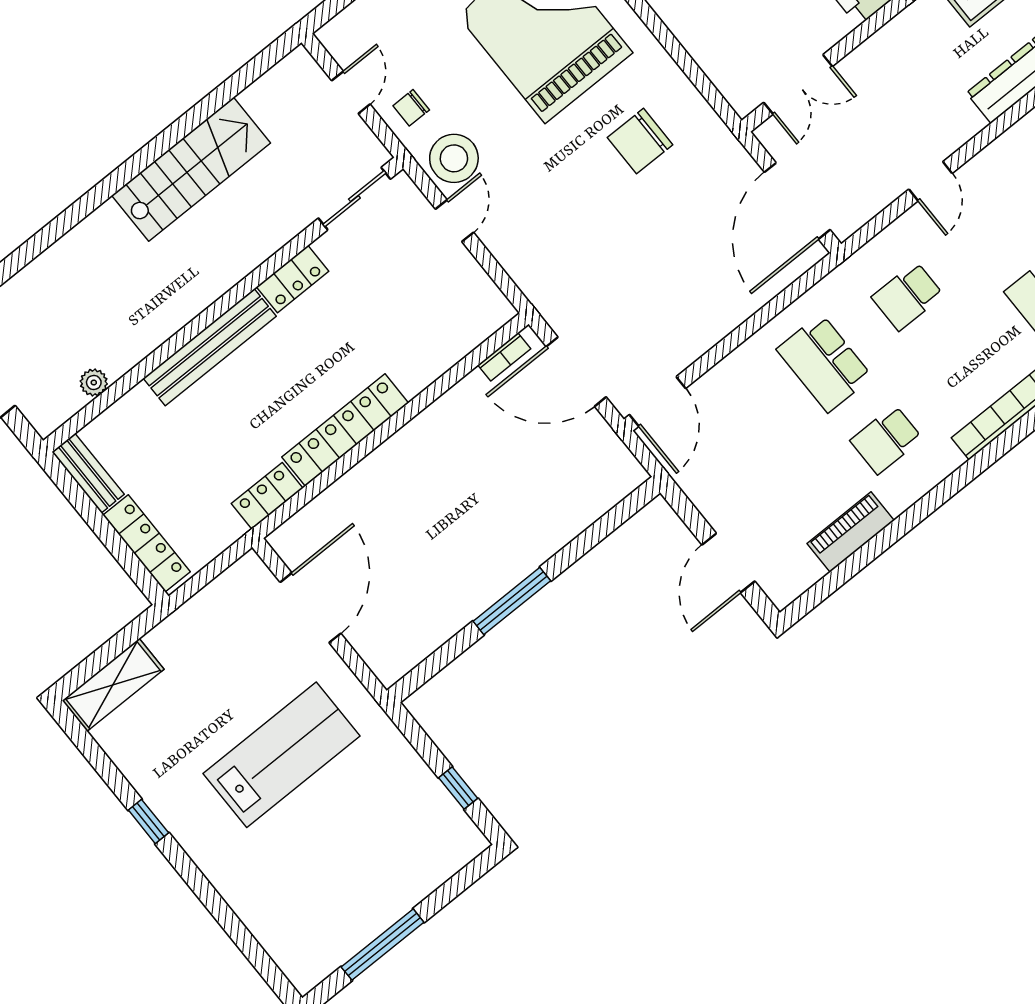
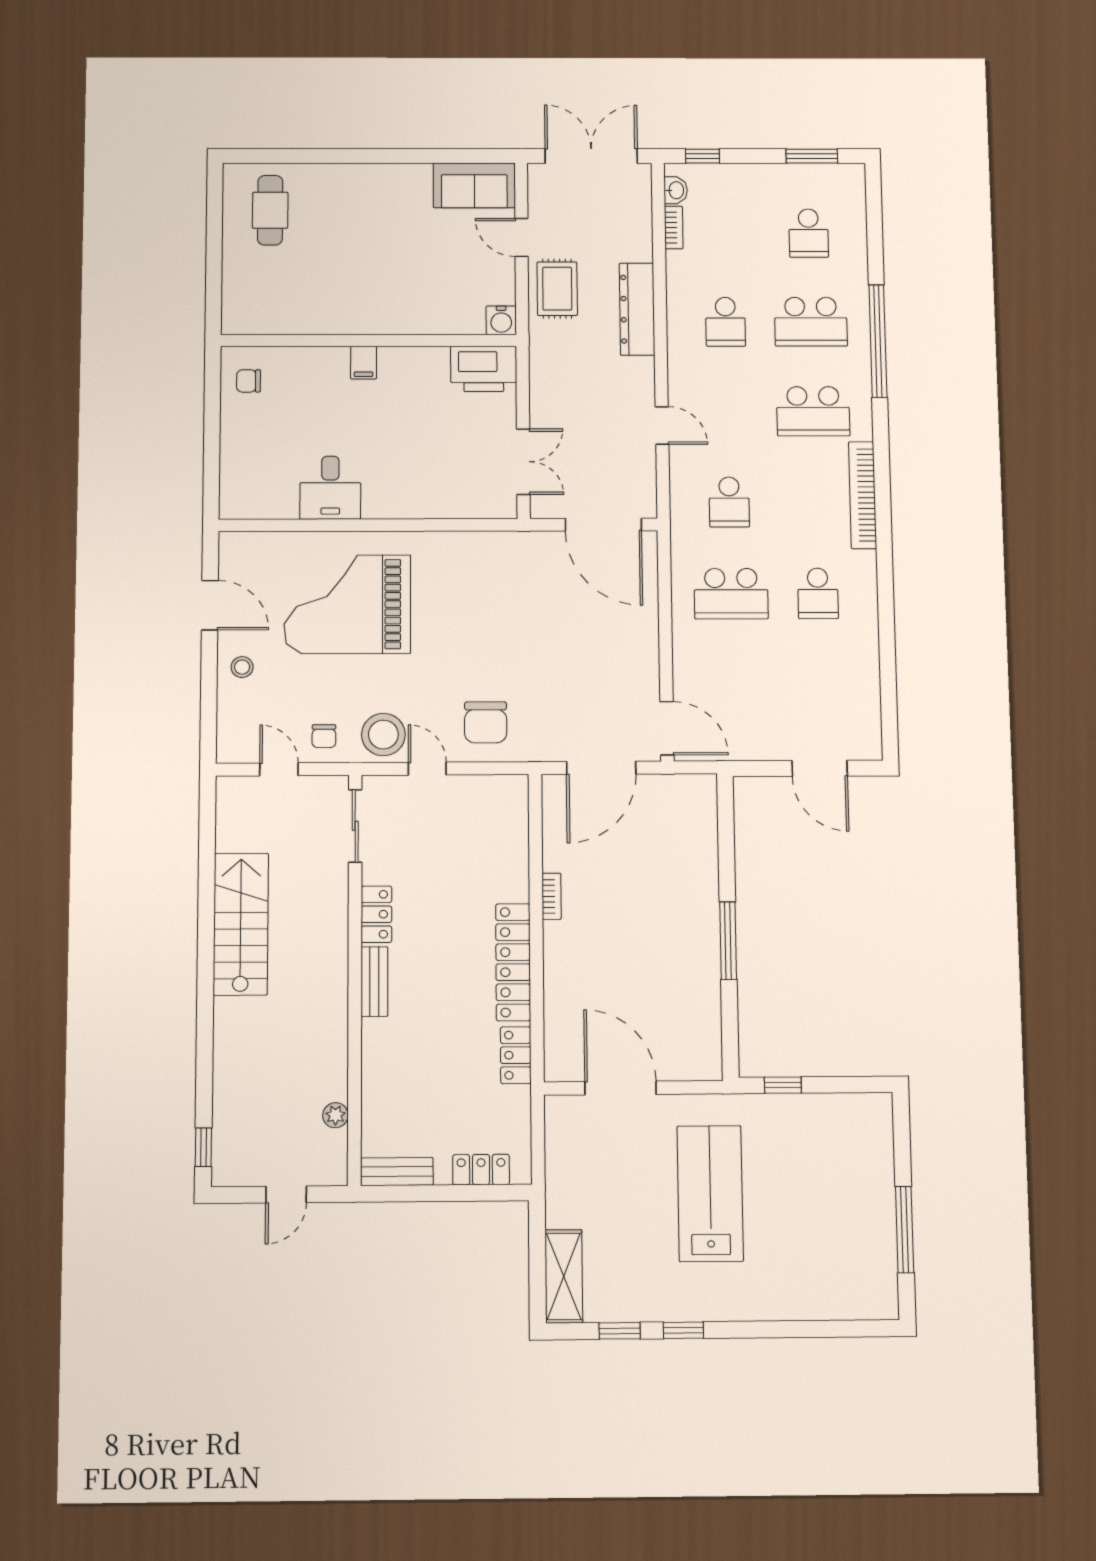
chair: (640, 141) -> (486, 722), moved
bench: (210, 347) -> (374, 982), width x0.54, depth x0.82
bookcase: (504, 357) -> (551, 896), moved
piano: (851, 532) -> (864, 668), removed
locker: (147, 543) -> (481, 1170), width x0.66
window: (105, 768) -> (620, 1331), added
window: (458, 788) -> (783, 1085), moved

